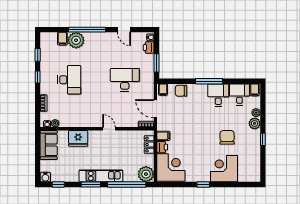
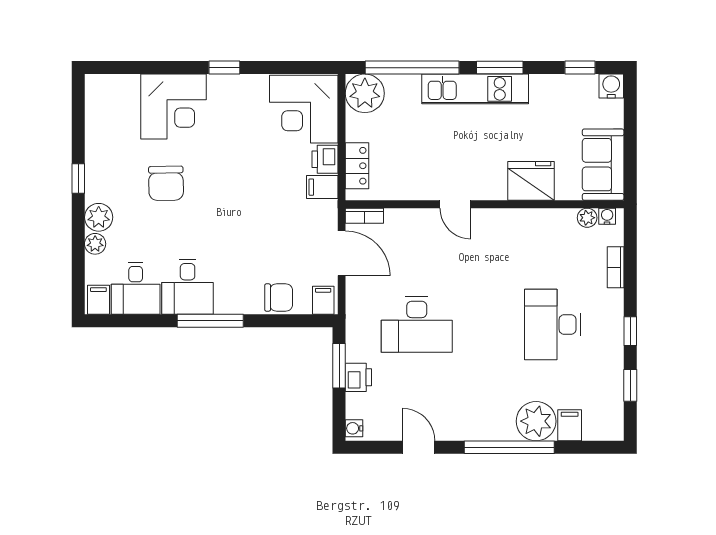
printer: (149, 48) -> (358, 377), moved

